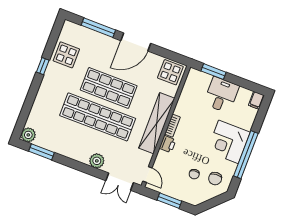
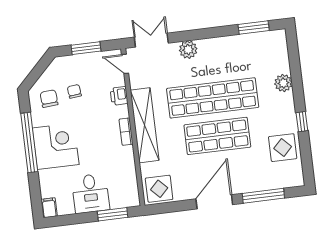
plant: (28, 135) -> (283, 83), moved
printer: (168, 144) -> (119, 96), moved

